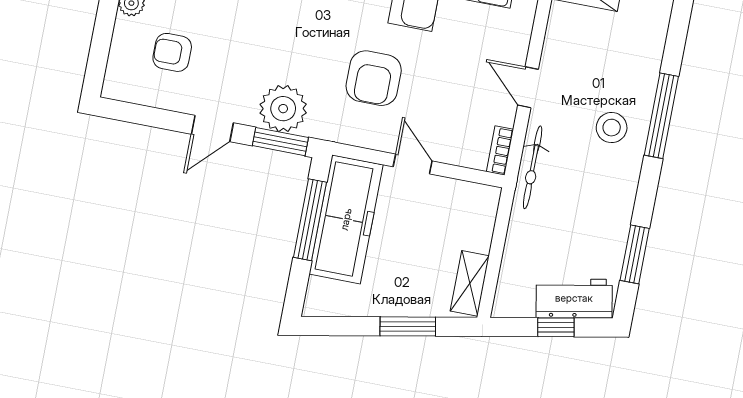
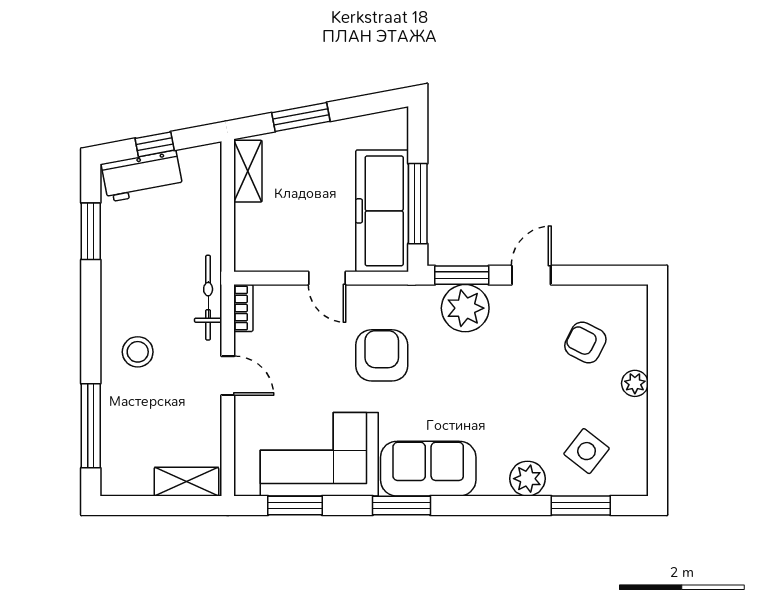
armchair: (172, 52) -> (585, 342), turned -153
window: (661, 116) -> (91, 426), moved

